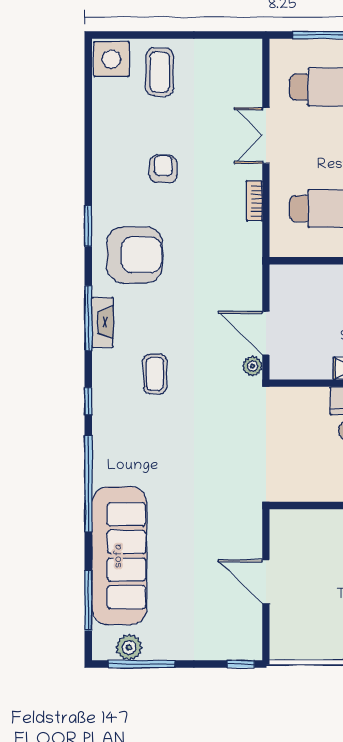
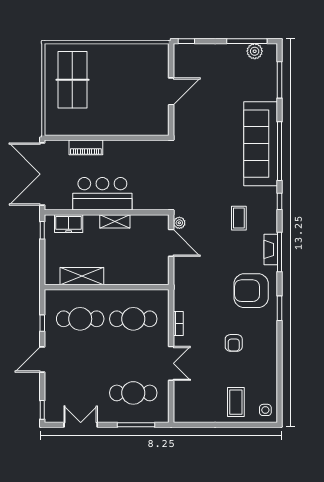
side table: (111, 59) -> (265, 410), width x0.54, depth x0.54
sofa: (119, 556) -> (261, 144), moved
door: (266, 582) -> (171, 91), hinge flipped

